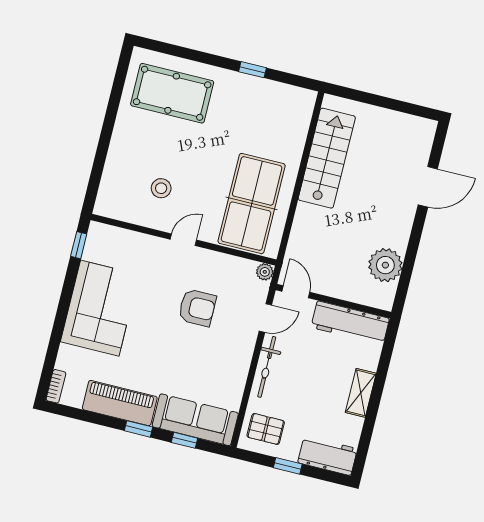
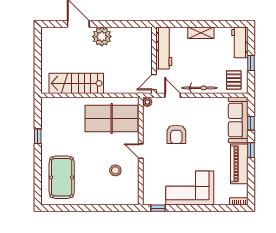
plant: (385, 265) -> (102, 37), moved
armchair: (197, 308) -> (176, 134), turned 180

